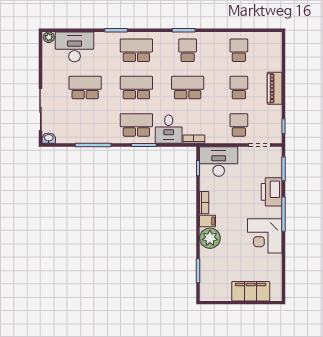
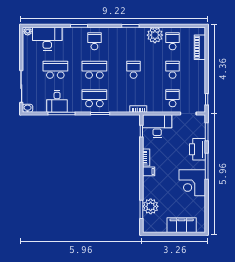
plant: (216, 42) -> (155, 35), added
school desk: (136, 50) -> (94, 41), width x0.54
school desk: (188, 50) -> (134, 41), removed
school desk: (188, 88) -> (134, 70), width x0.54
piano: (275, 88) -> (200, 47), moved
desk: (169, 129) -> (57, 101), moved
plant: (210, 238) -> (151, 206), moved

